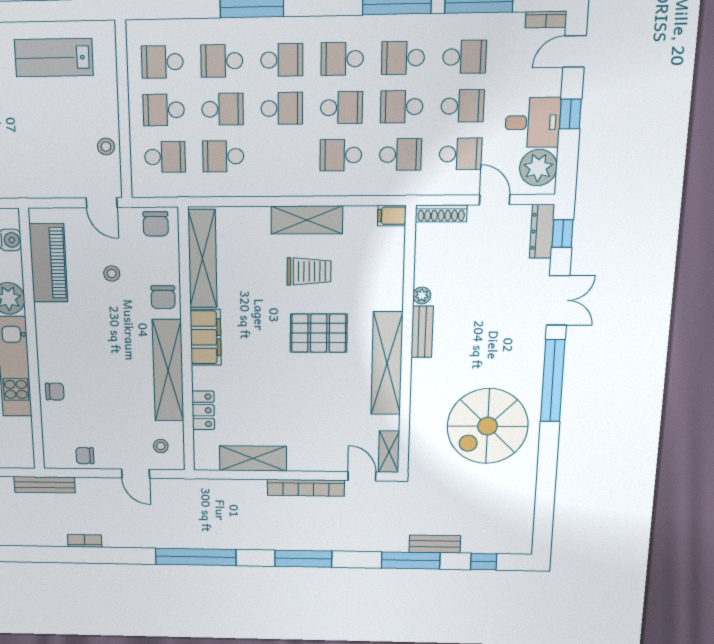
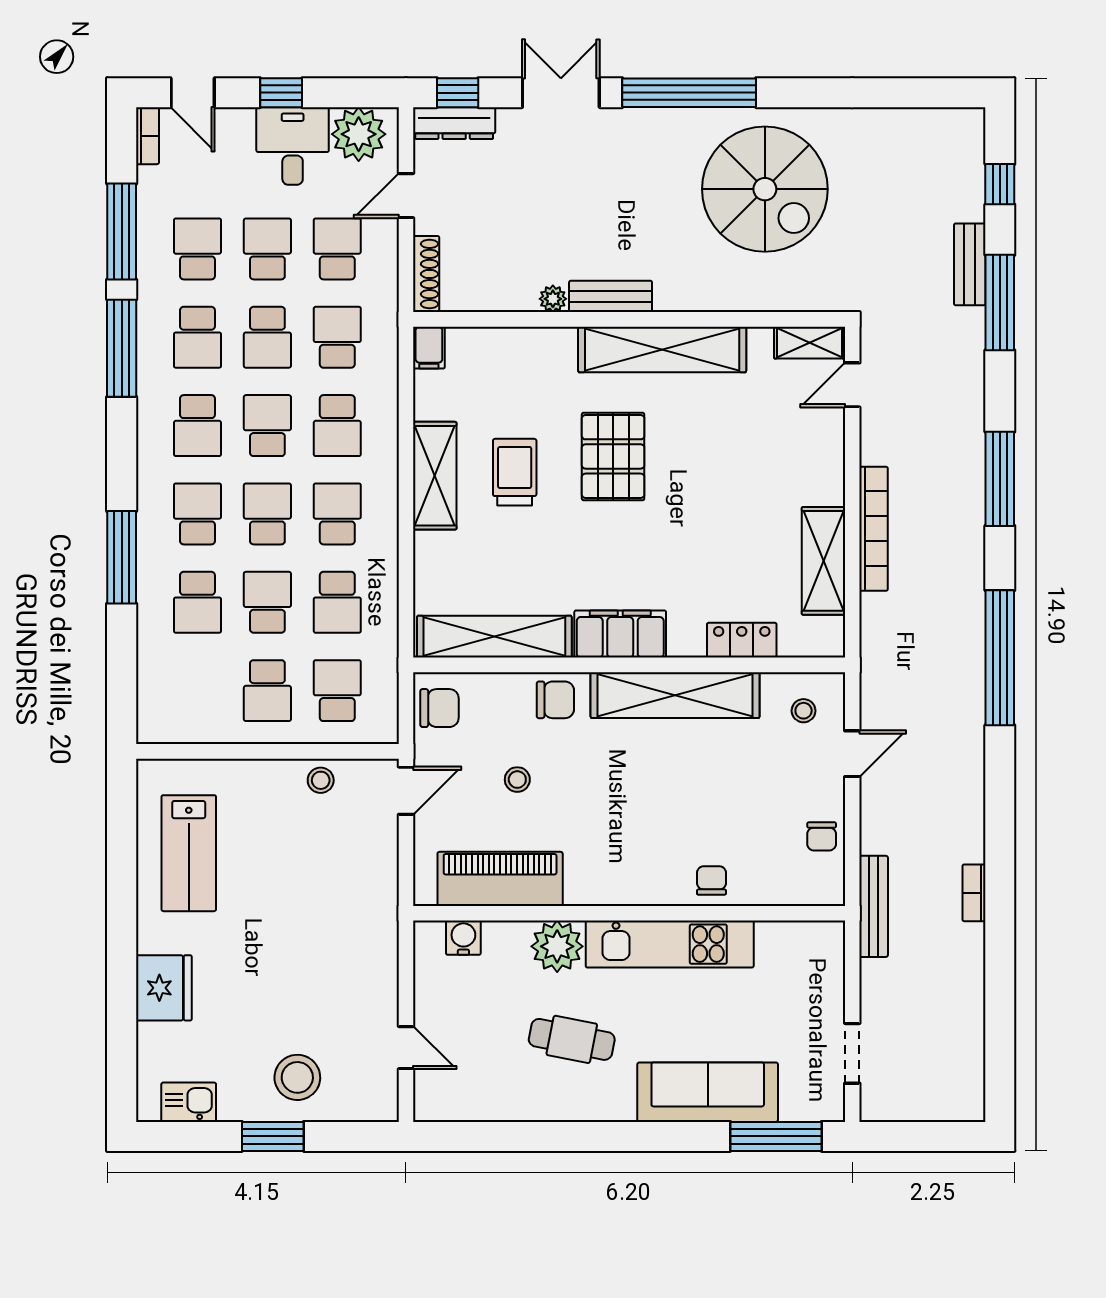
school desk: (162, 62) -> (337, 514), moved, turned 180
bookcase: (306, 488) -> (874, 529), moved
bookcase: (85, 541) -> (974, 893), moved

